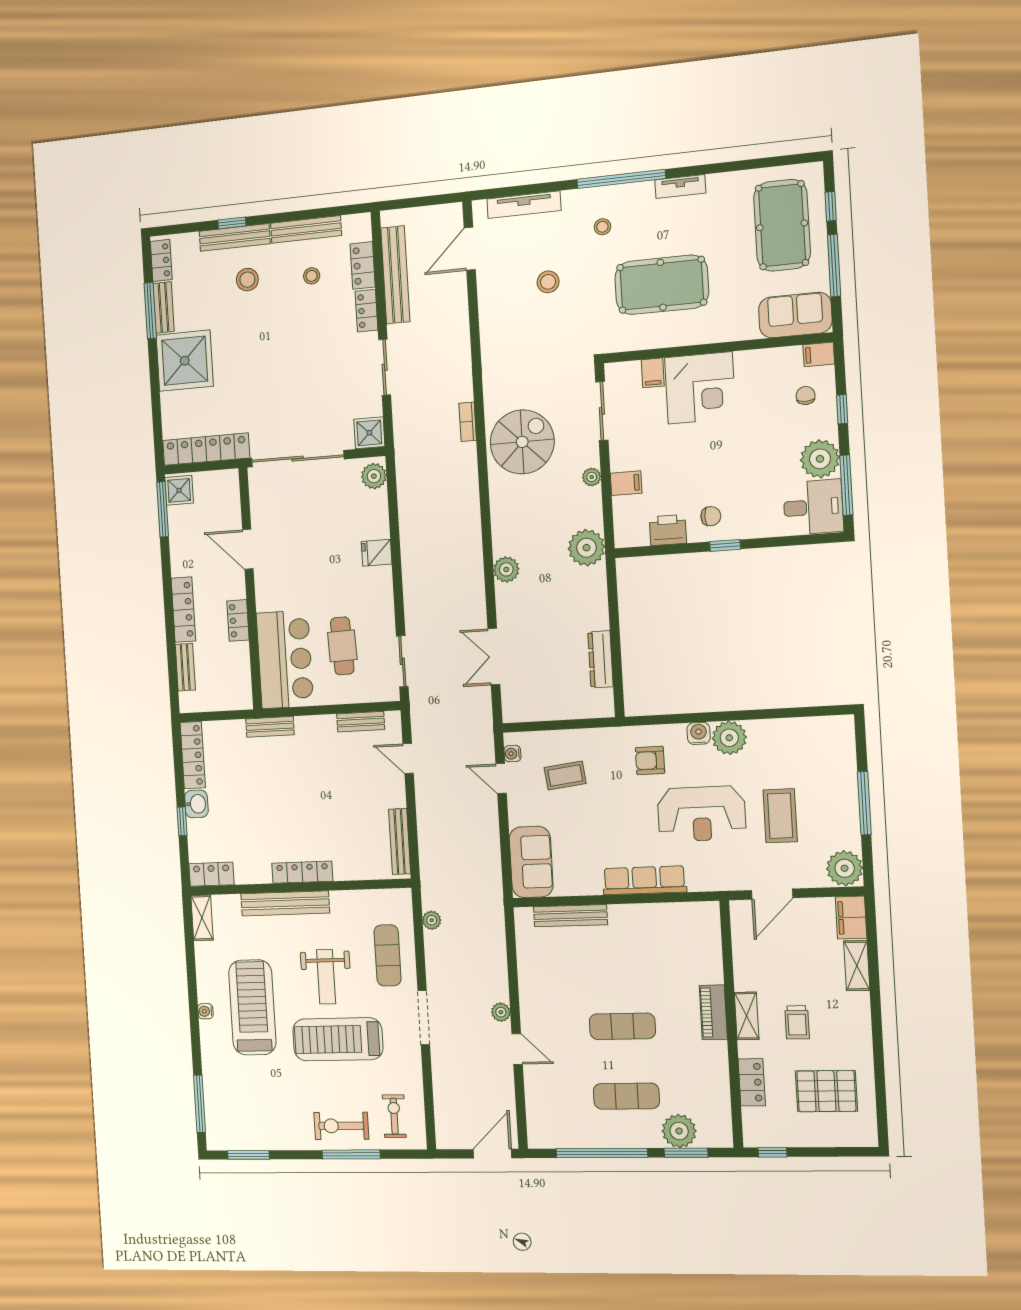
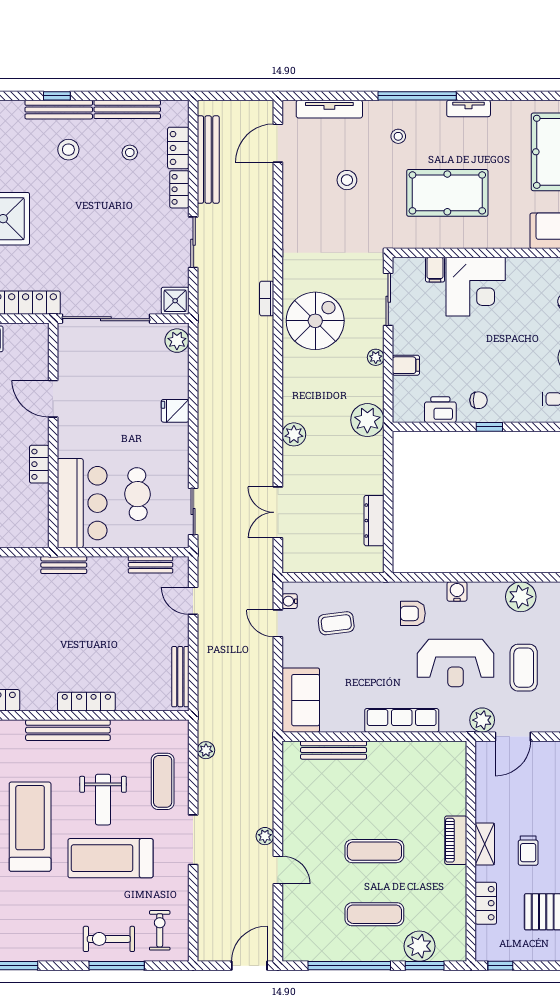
plant: (729, 738) -> (521, 597), moved
plant: (736, 877) -> (482, 720), added

